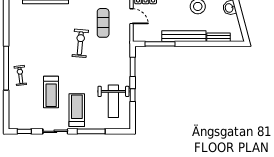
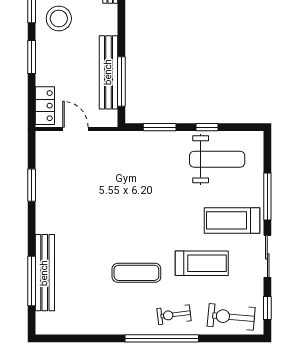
door: (132, 16) -> (75, 129), hinge flipped
exercise mat: (103, 23) -> (136, 273), moved
bench: (184, 36) -> (109, 72), moved
exercise bike: (80, 43) -> (231, 317), moved

